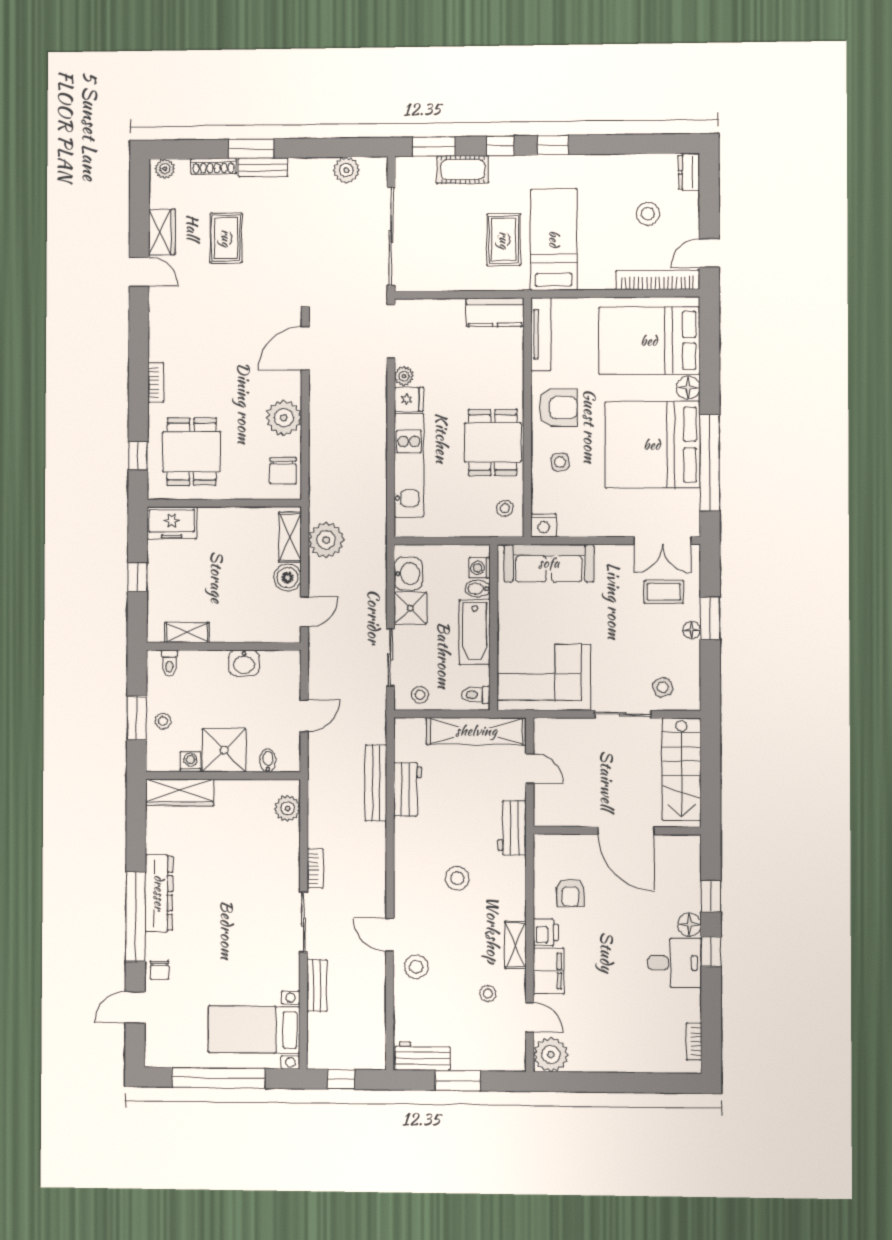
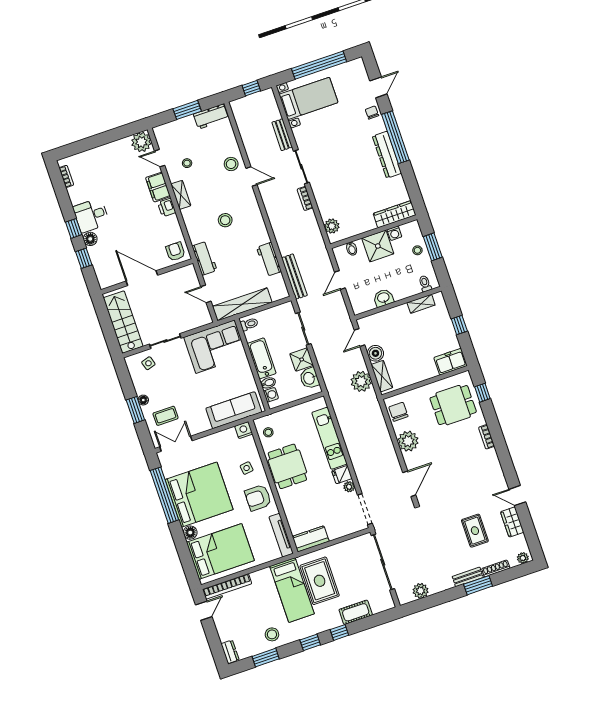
window: (434, 146) -> (266, 658), moved
stool: (648, 214) -> (272, 634), moved
rug: (504, 240) -> (320, 581), width x1.36, depth x1.43
dining table: (192, 452) -> (453, 405), turned 90
stool: (420, 695) -> (280, 314), removed
bench: (376, 783) -> (294, 277), moved
armchair: (570, 893) -> (175, 252), moved

